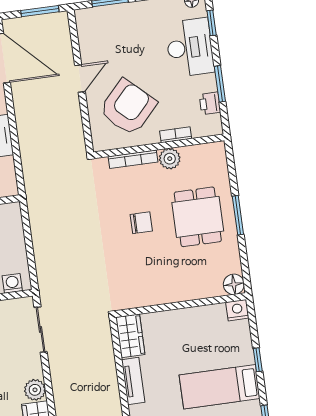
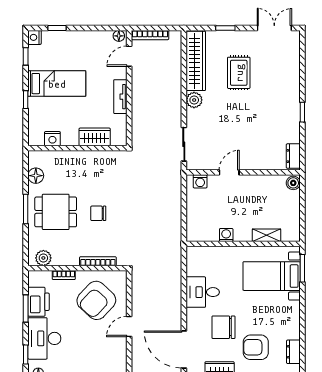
printer: (210, 103) -> (39, 302), width x1.87, depth x1.48
plant: (170, 159) -> (43, 258), moved
dining table: (198, 217) -> (56, 212), turned 90
floor lamp: (234, 284) -> (36, 176), moved
nightstand: (237, 310) -> (52, 139), moved
wardrobe: (130, 336) -> (95, 137), moved, turned 90

